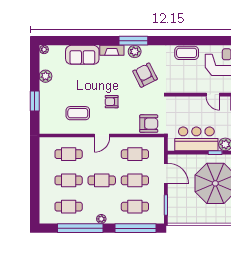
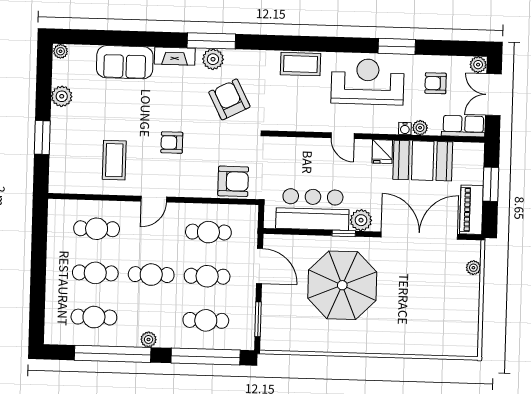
coffee table: (78, 113) -> (114, 160), turned 90

